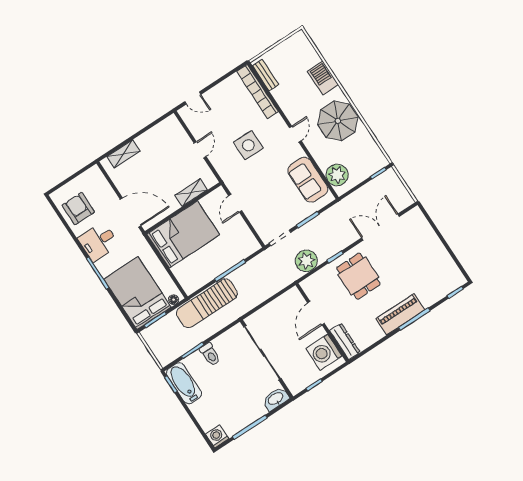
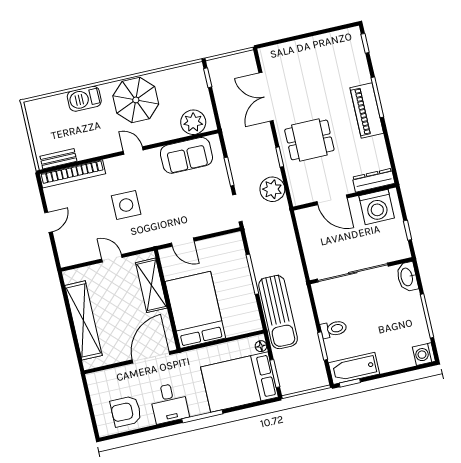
door: (193, 98) -> (48, 222), moved
shelving: (123, 154) -> (84, 320), width x2.20, depth x1.33
shelving: (191, 193) -> (151, 285), width x1.50, depth x1.33

